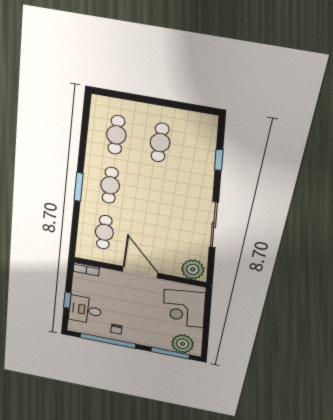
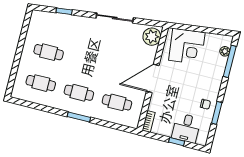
window: (108, 341) -> (217, 113), width x0.47
plant: (183, 344) -> (225, 51), width x0.53, depth x0.53

